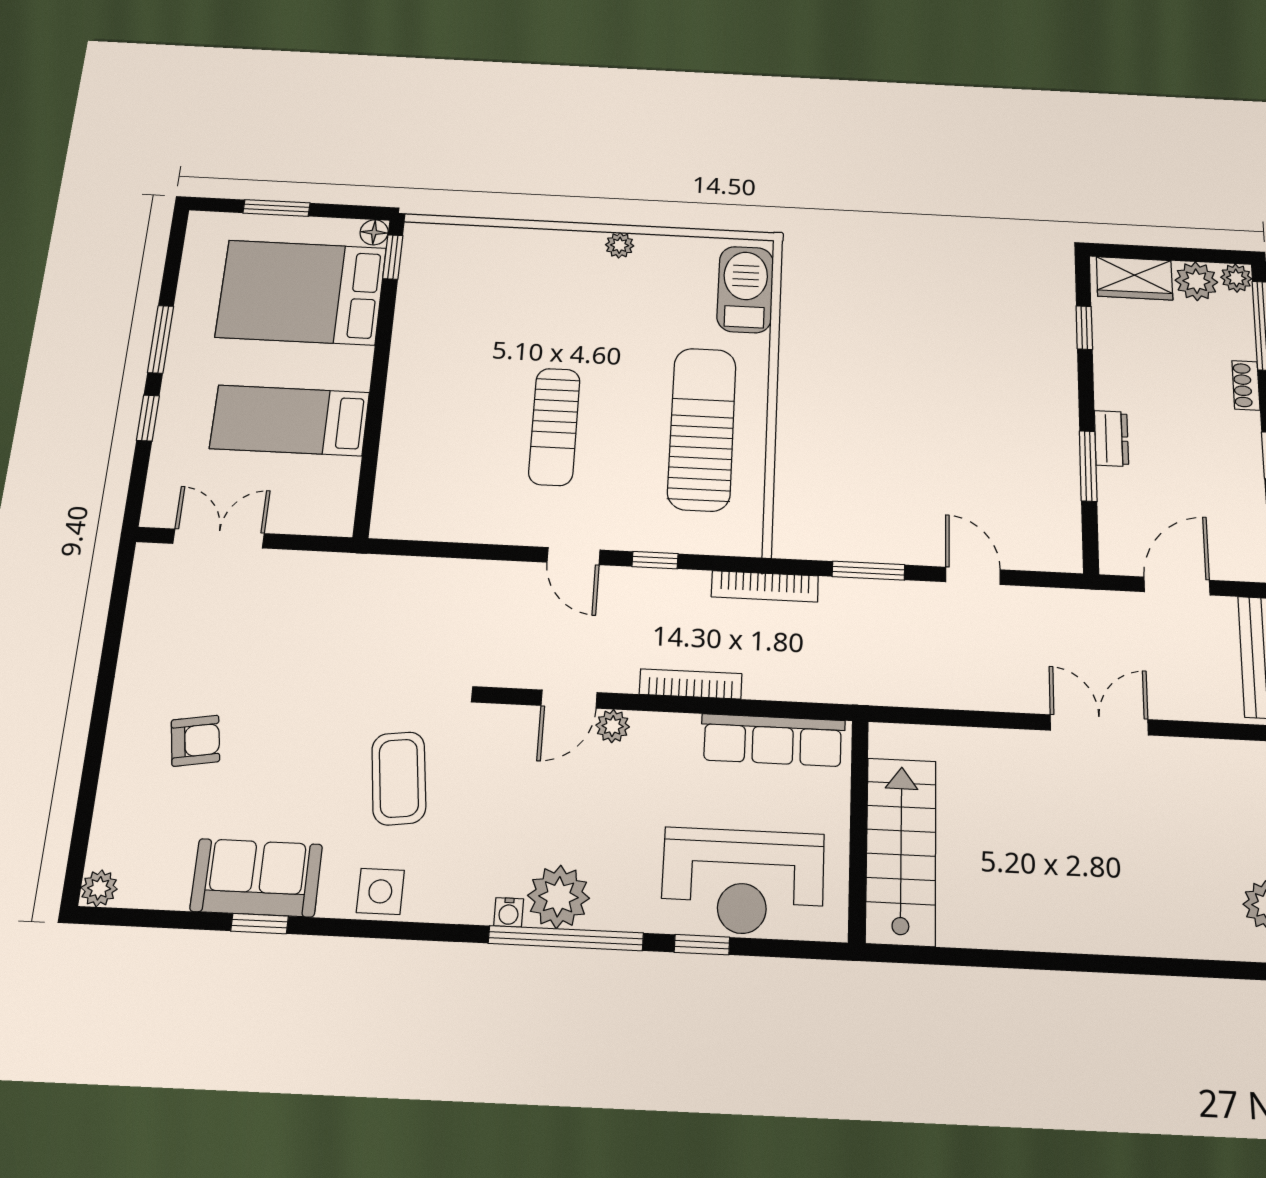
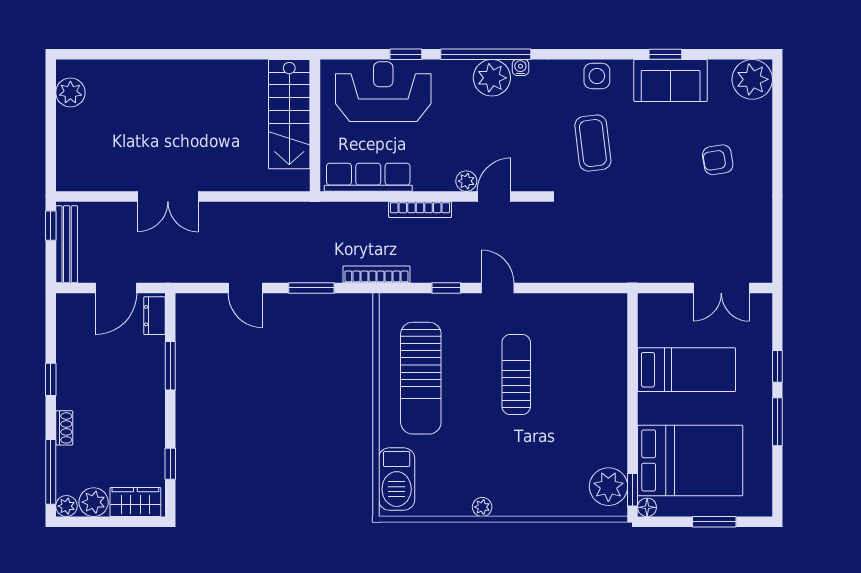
plant: (428, 263) -> (608, 487), added
dresser: (1111, 438) -> (154, 316), moved
plant: (99, 888) -> (752, 79), width x1.87, depth x1.87

